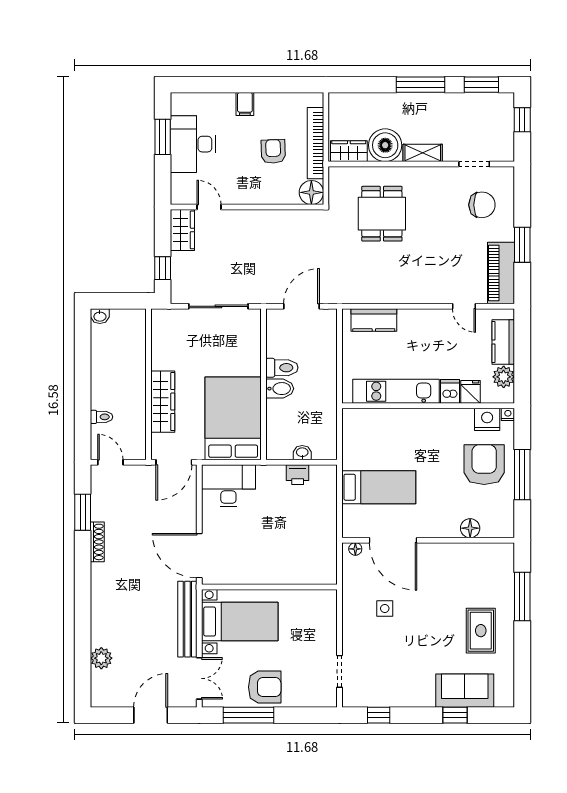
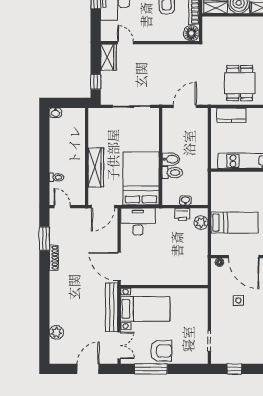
dining table: (382, 214) -> (240, 83), moved
toilet: (282, 368) -> (172, 173), moved
plant: (327, 487) -> (201, 223), added

